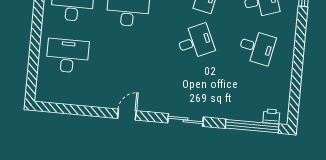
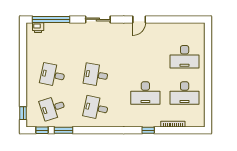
desk: (195, 42) -> (96, 75), turned 33

